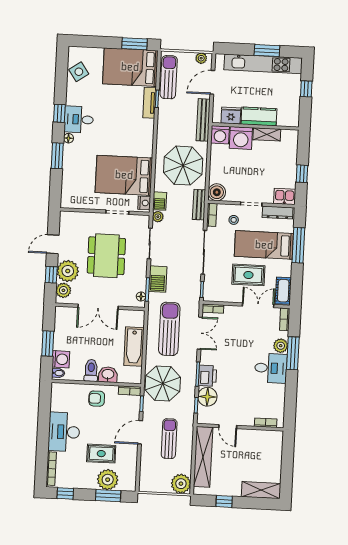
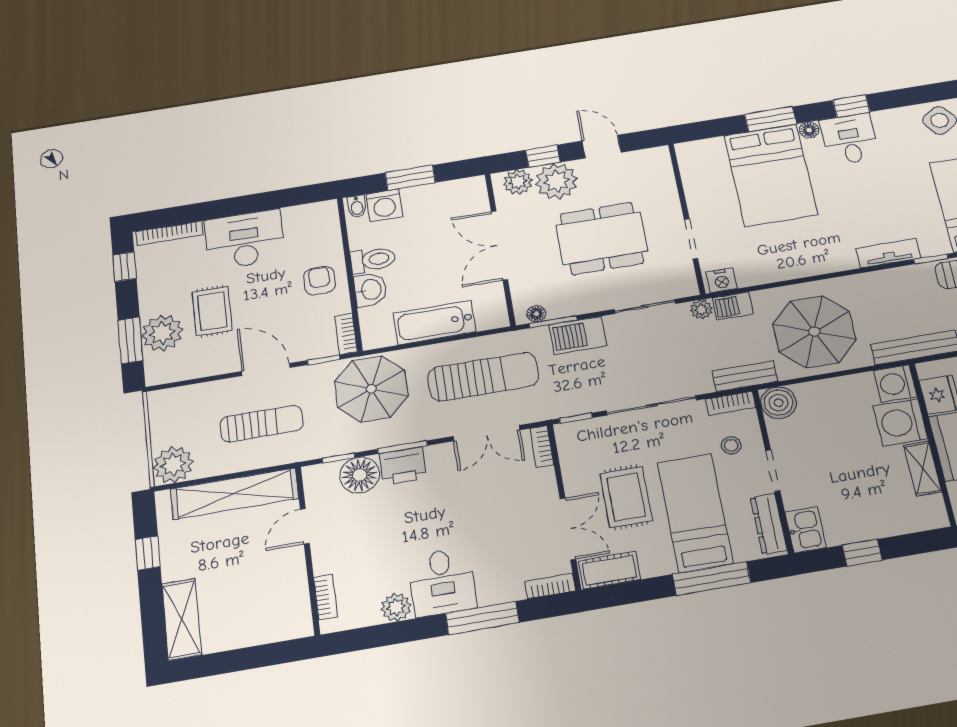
tv unit: (150, 103) -> (889, 253), moved
bed: (124, 175) -> (771, 175), moved, turned 180
plant: (281, 346) -> (396, 607), moved

